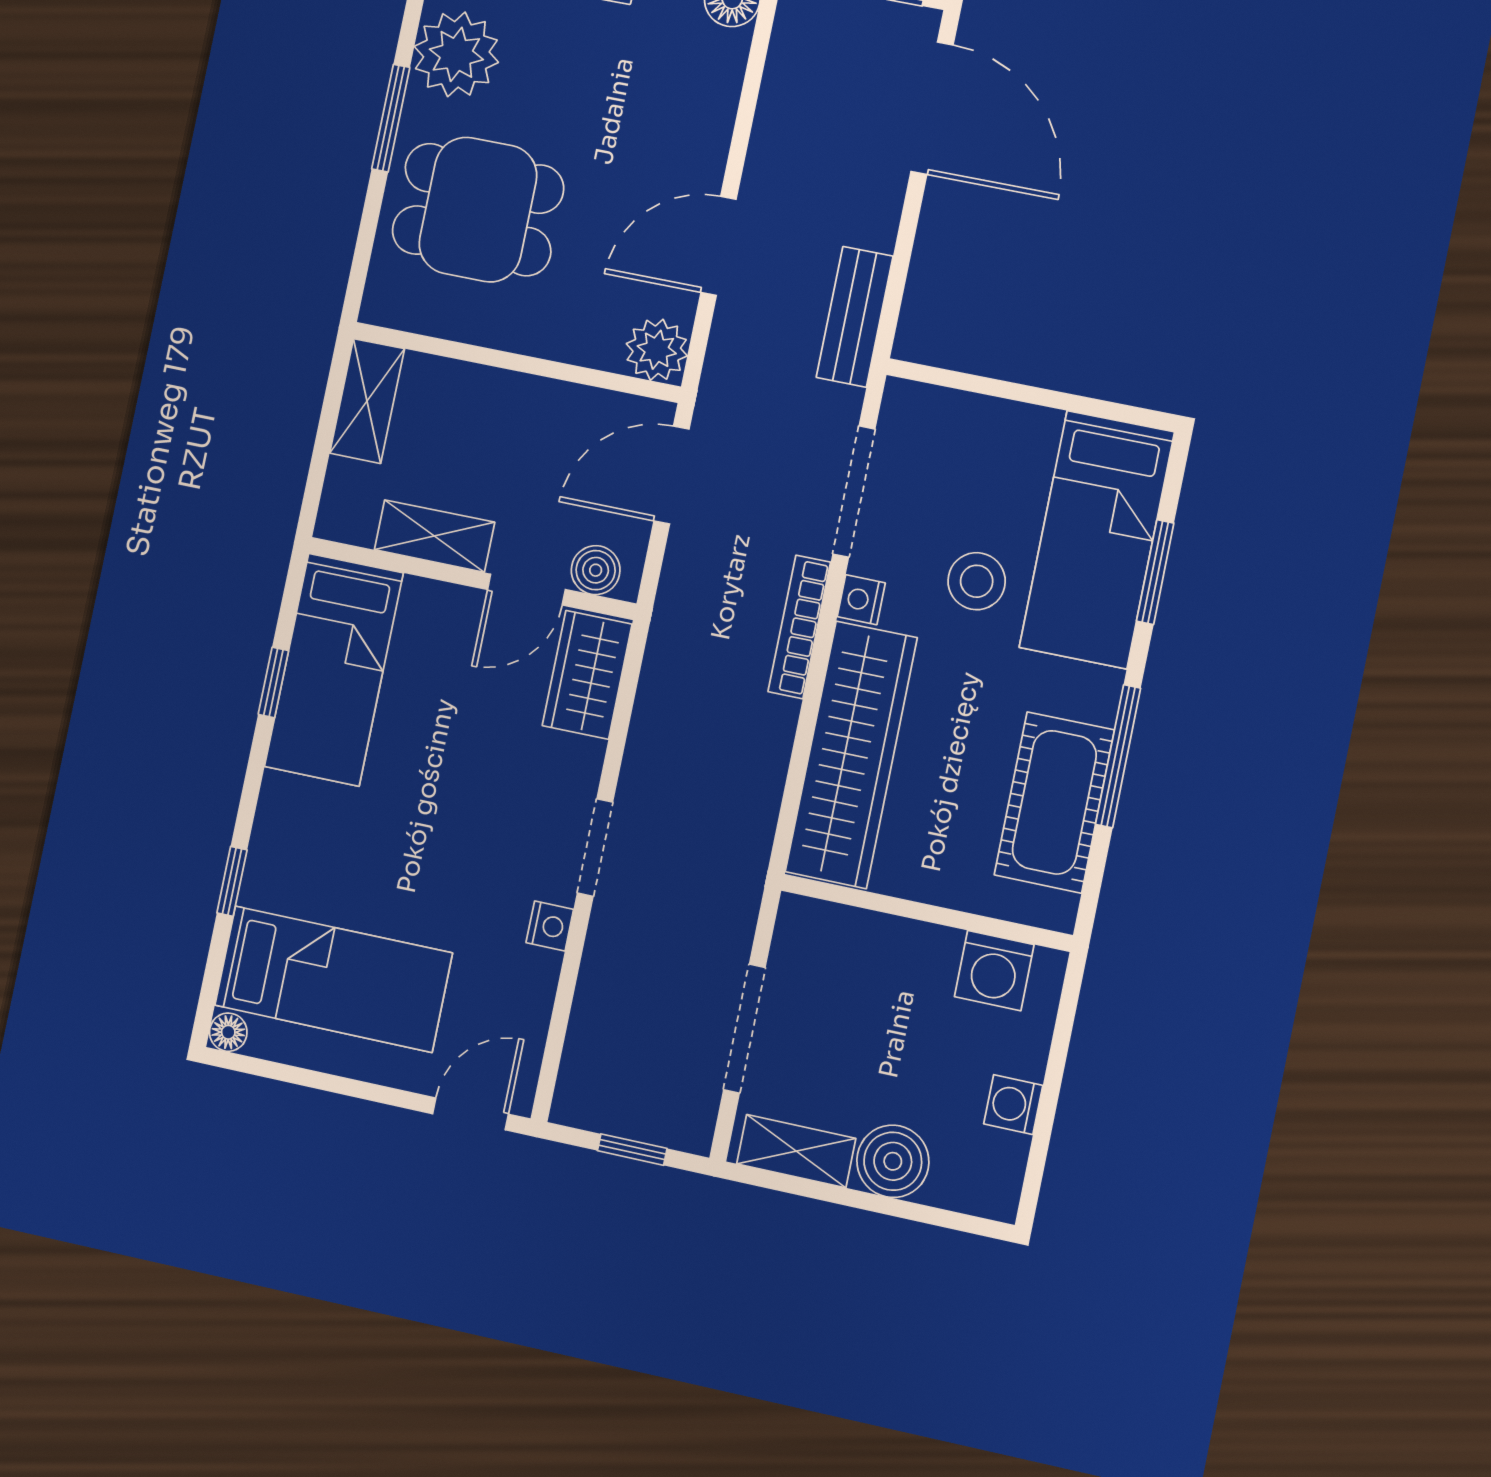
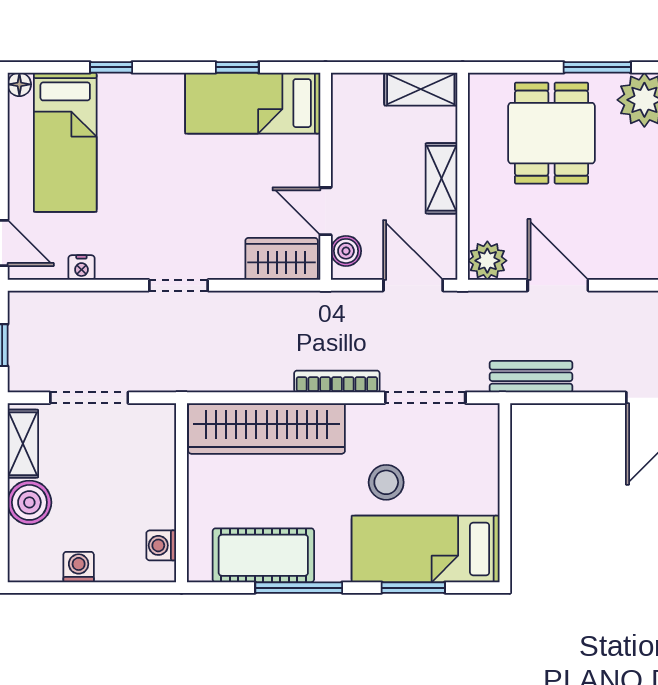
shelving: (434, 536) -> (442, 178), moved
nightstand: (861, 600) -> (361, 415), removed
nightstand: (550, 926) -> (81, 268), moved
washing machine: (994, 971) -> (161, 545), width x0.73, depth x0.73

